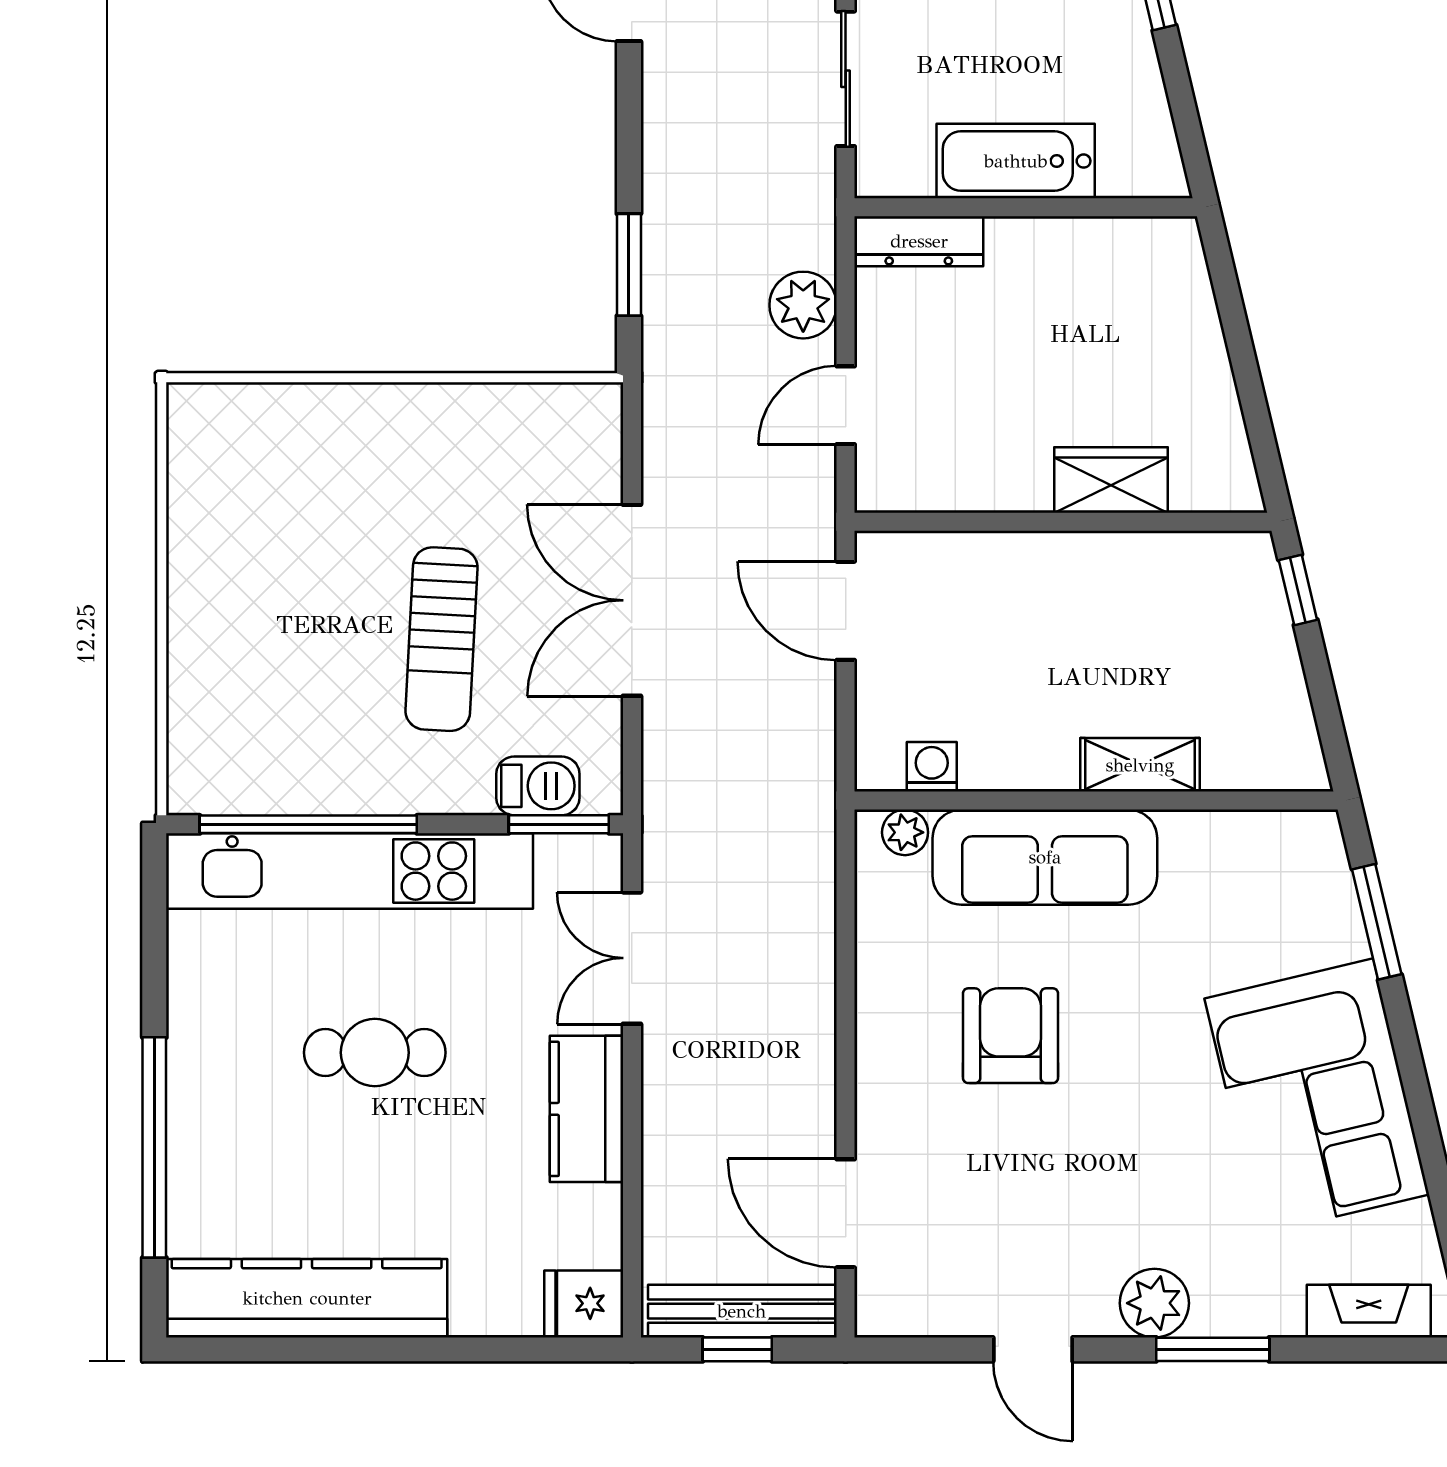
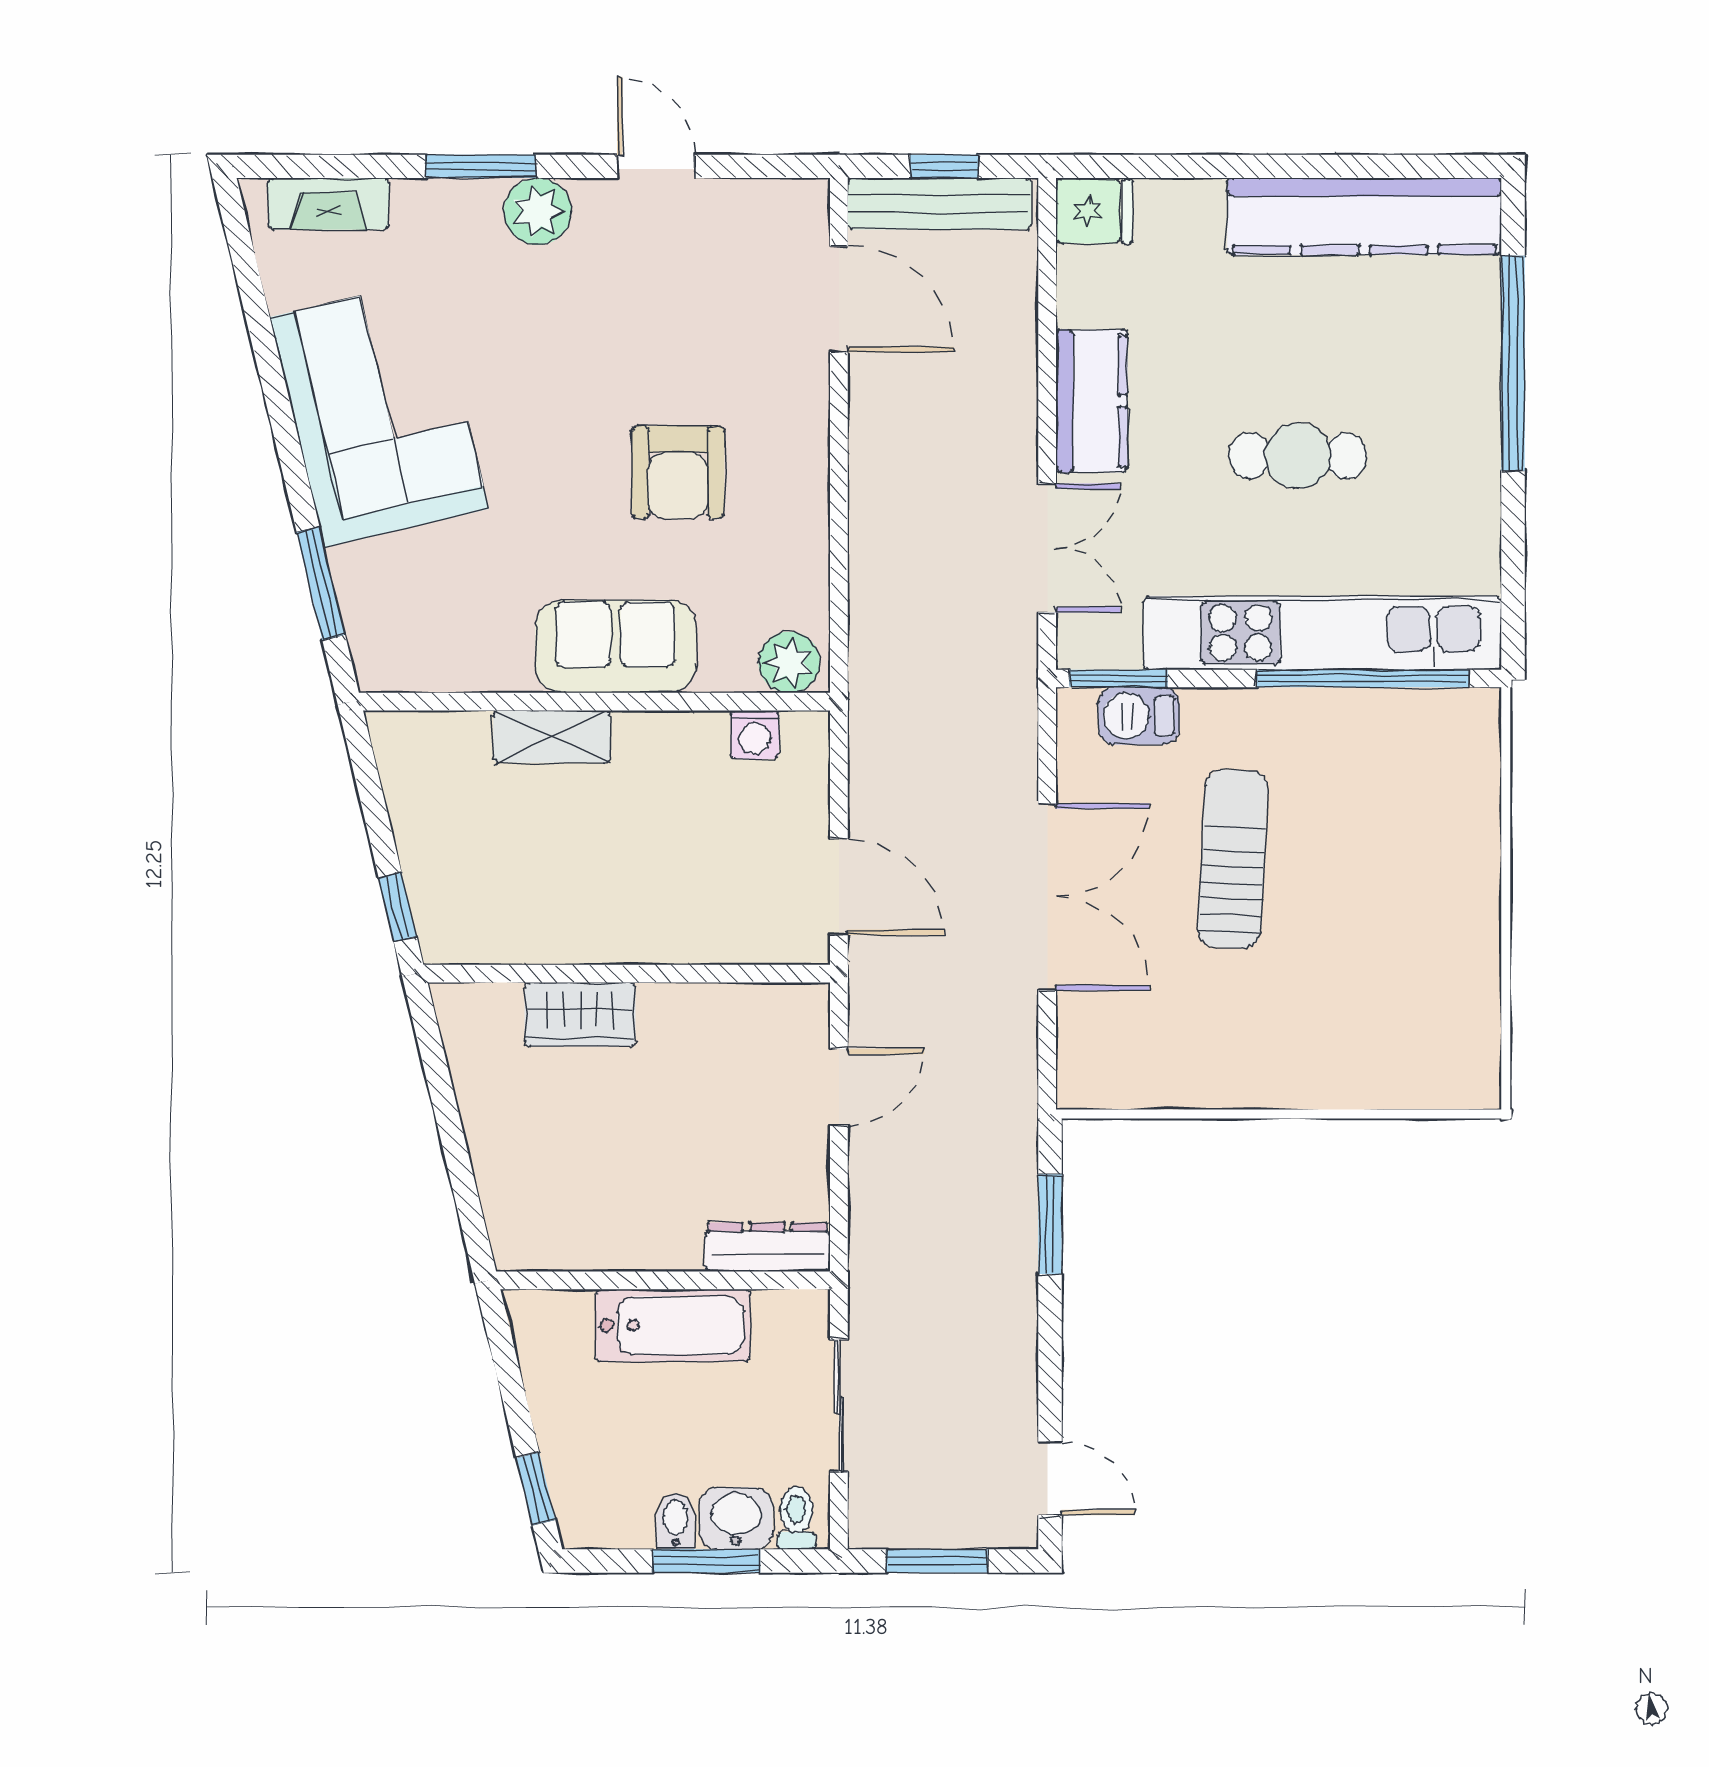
plant: (803, 305) -> (880, 1185), removed
plant: (905, 832) -> (789, 662), width x1.38, depth x1.38
sofa: (1045, 857) -> (615, 646), width x0.73

